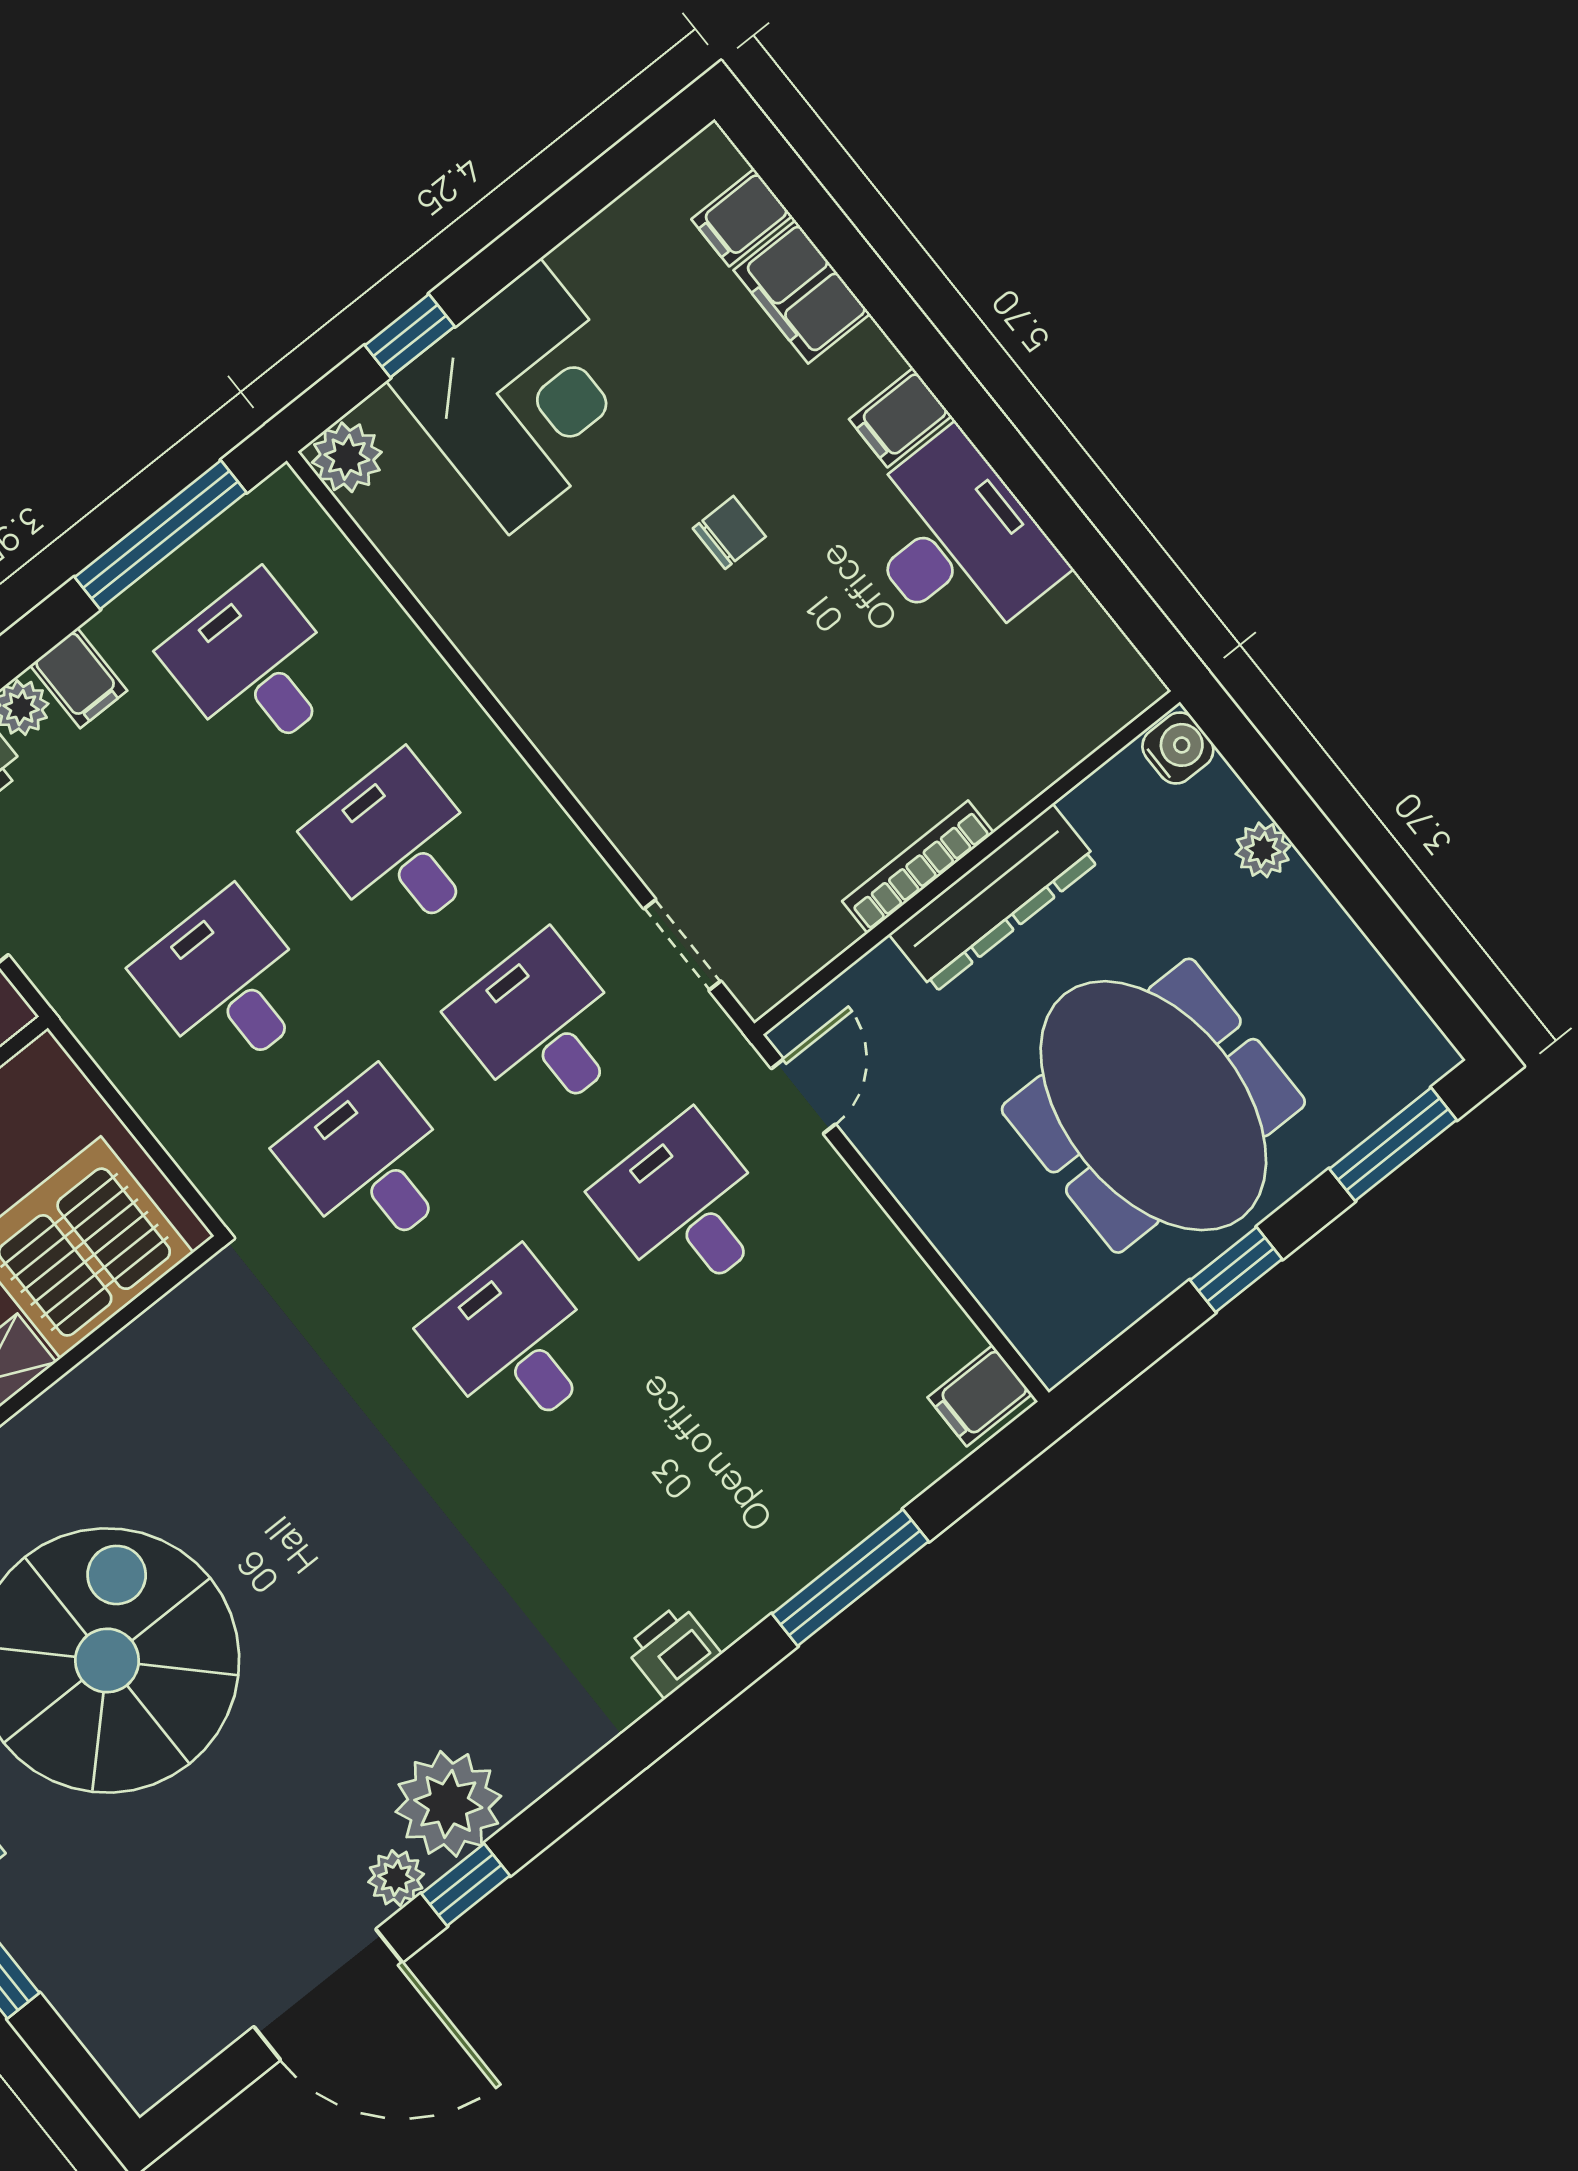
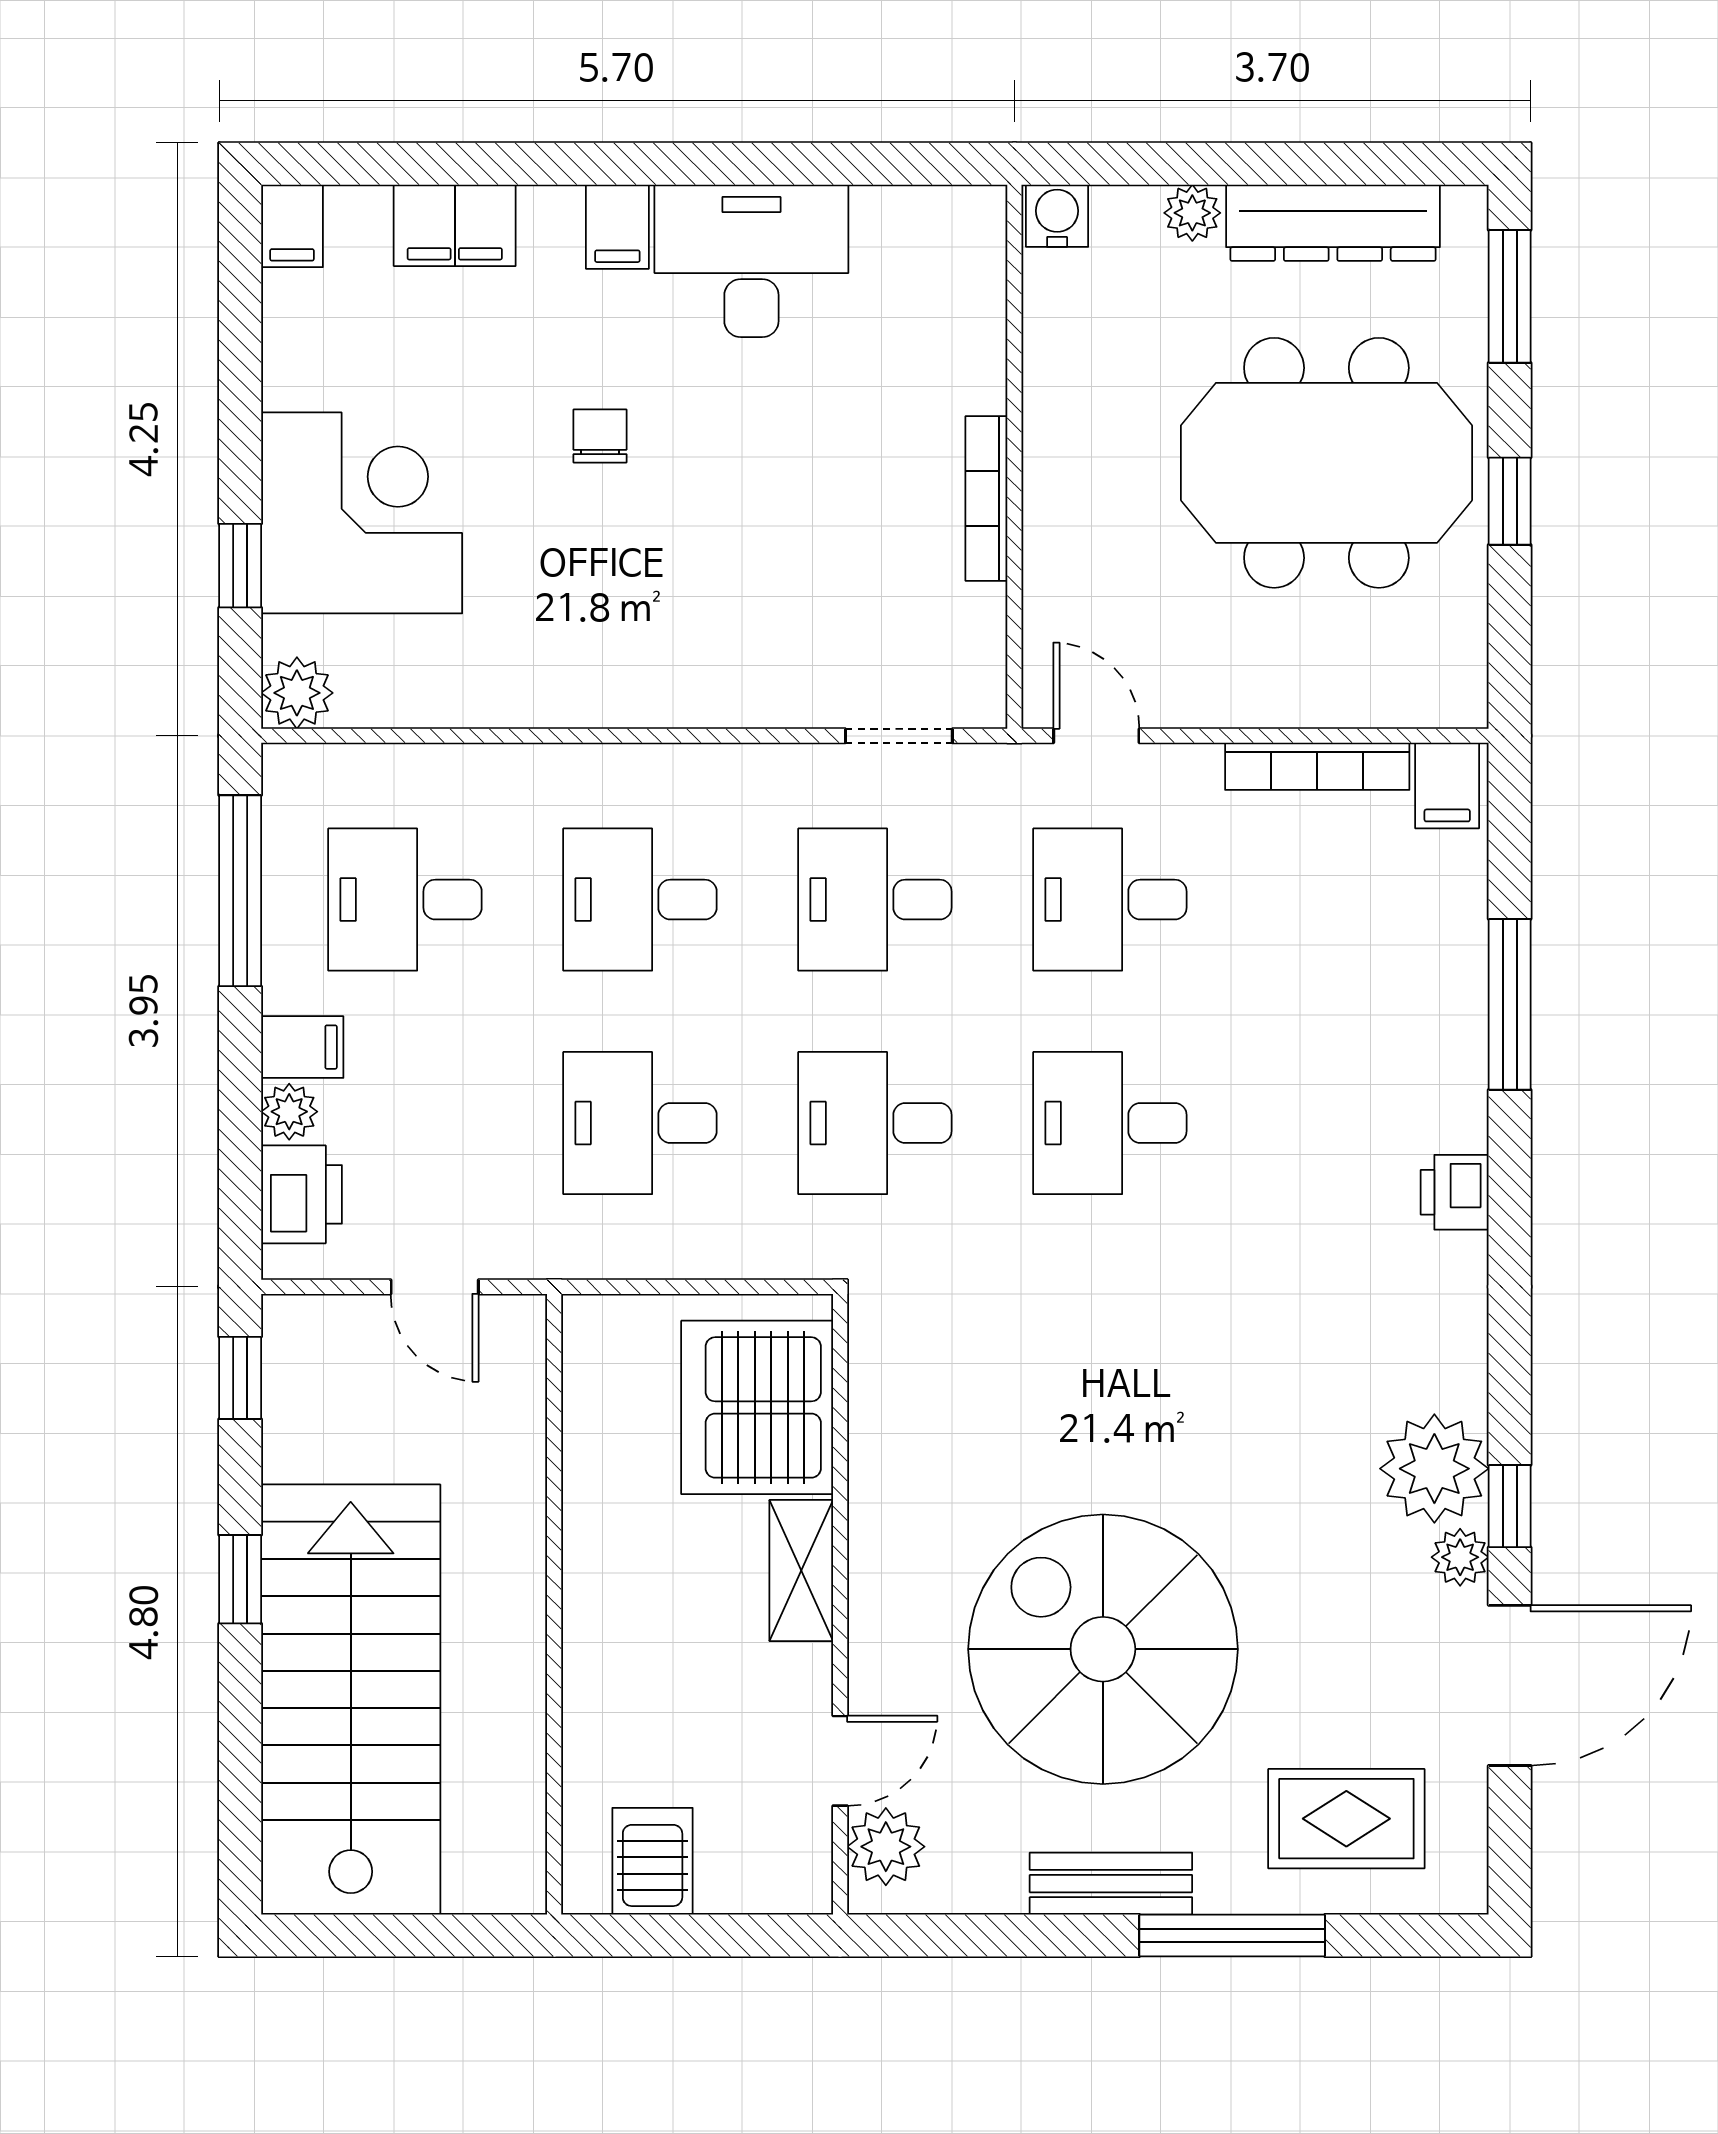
filing cabinet: (742, 218) -> (292, 226), moved
dresser: (994, 898) -> (1333, 223), moved, turned 90
bookcase: (915, 1284) -> (1317, 766), added
rug: (126, 1951) -> (1346, 1819), added

